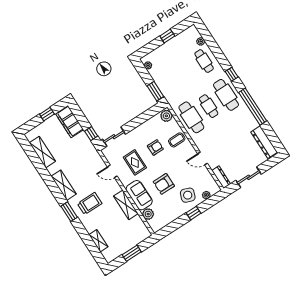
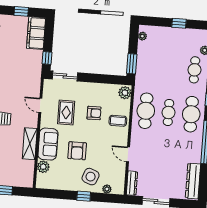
armchair: (164, 184) -> (77, 151), turned -90

